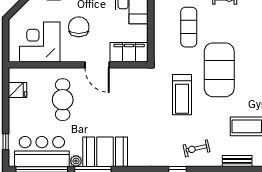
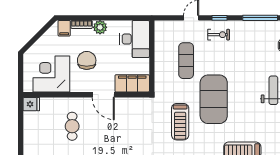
fridge: (18, 90) -> (31, 104), moved
cafe table: (63, 100) -> (72, 126), width x0.73, depth x0.74

